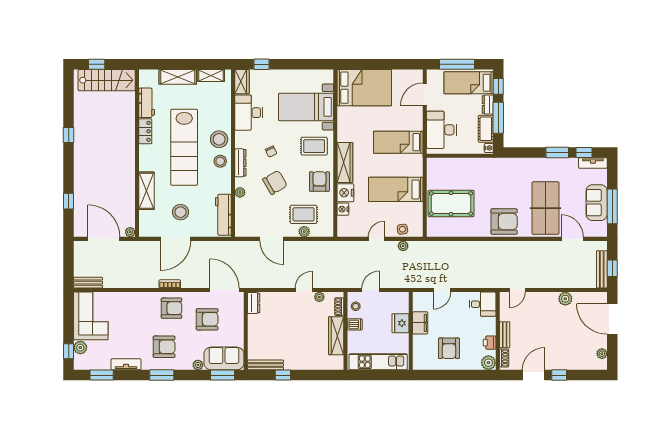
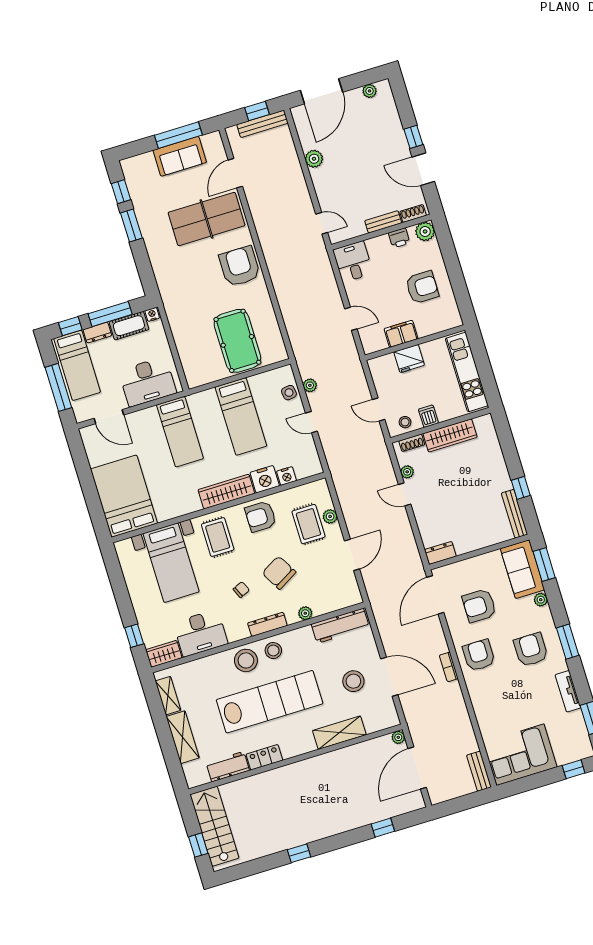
tv unit: (593, 163) -> (131, 176), removed
armchair: (207, 319) -> (479, 606), turned -90
plant: (80, 348) -> (564, 756), removed

